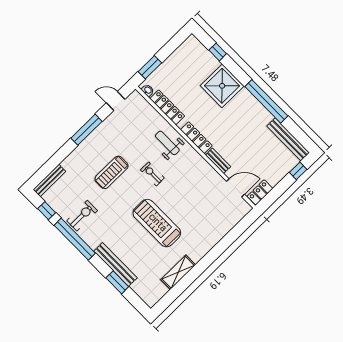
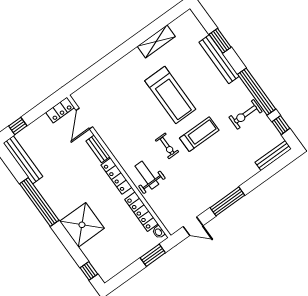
window: (218, 52) -> (89, 271), moved
weight bench: (167, 143) -> (147, 175), turned 180
treadmill: (112, 172) -> (199, 134), moved
door: (235, 188) -> (84, 119), hinge flipped

